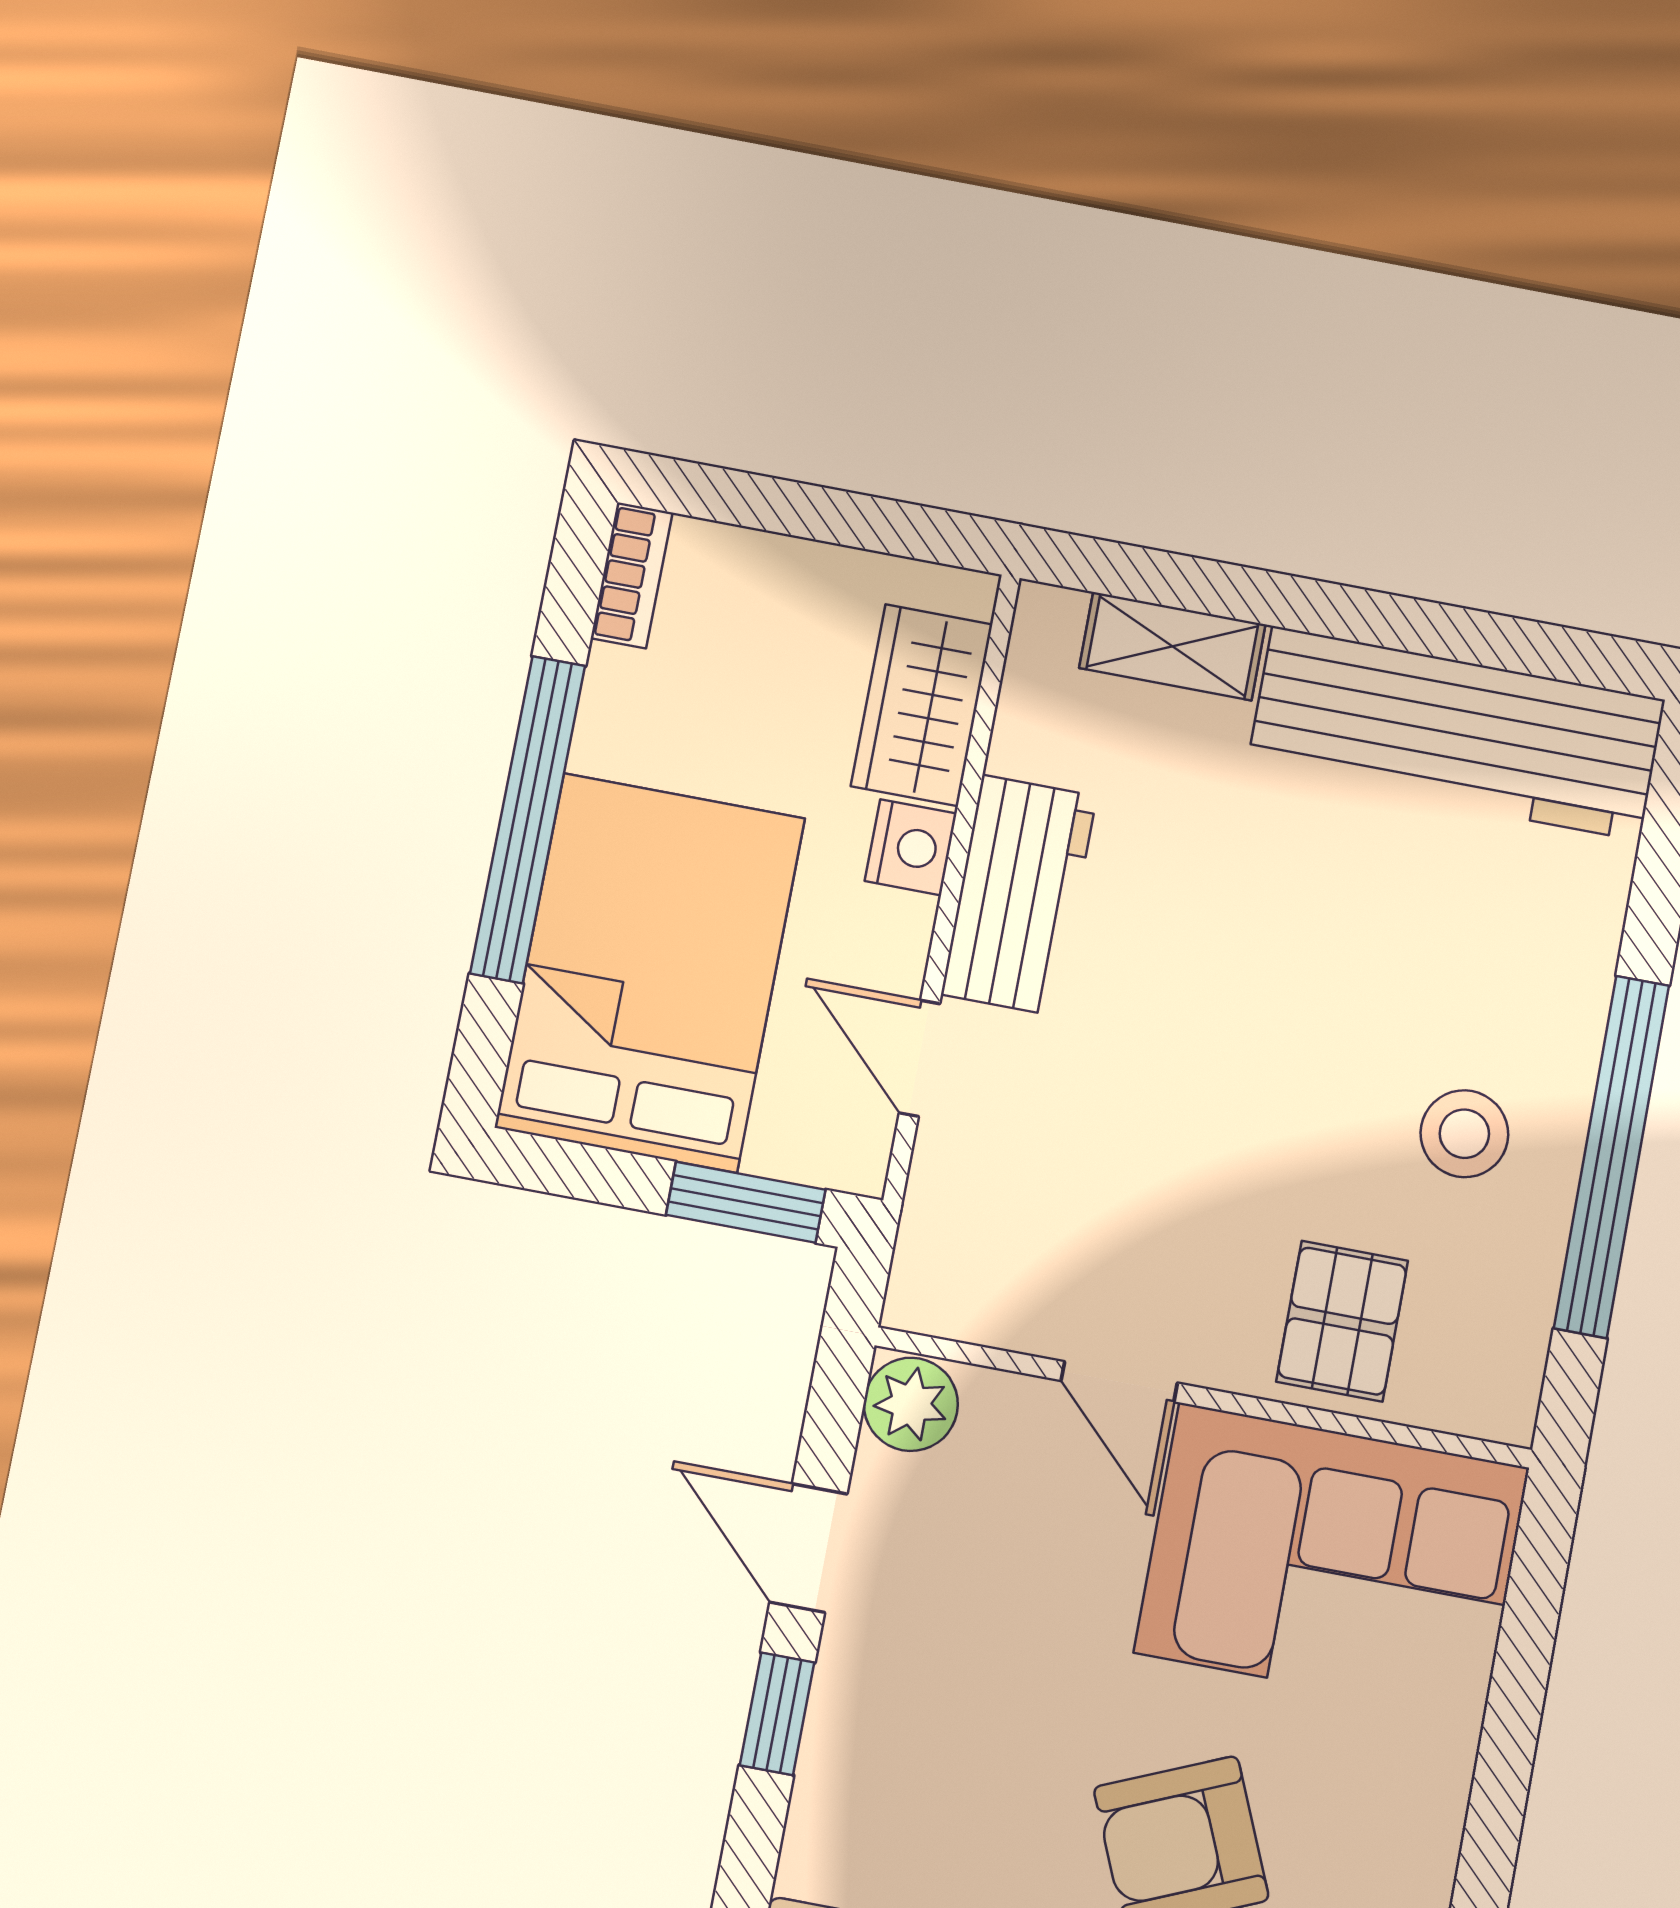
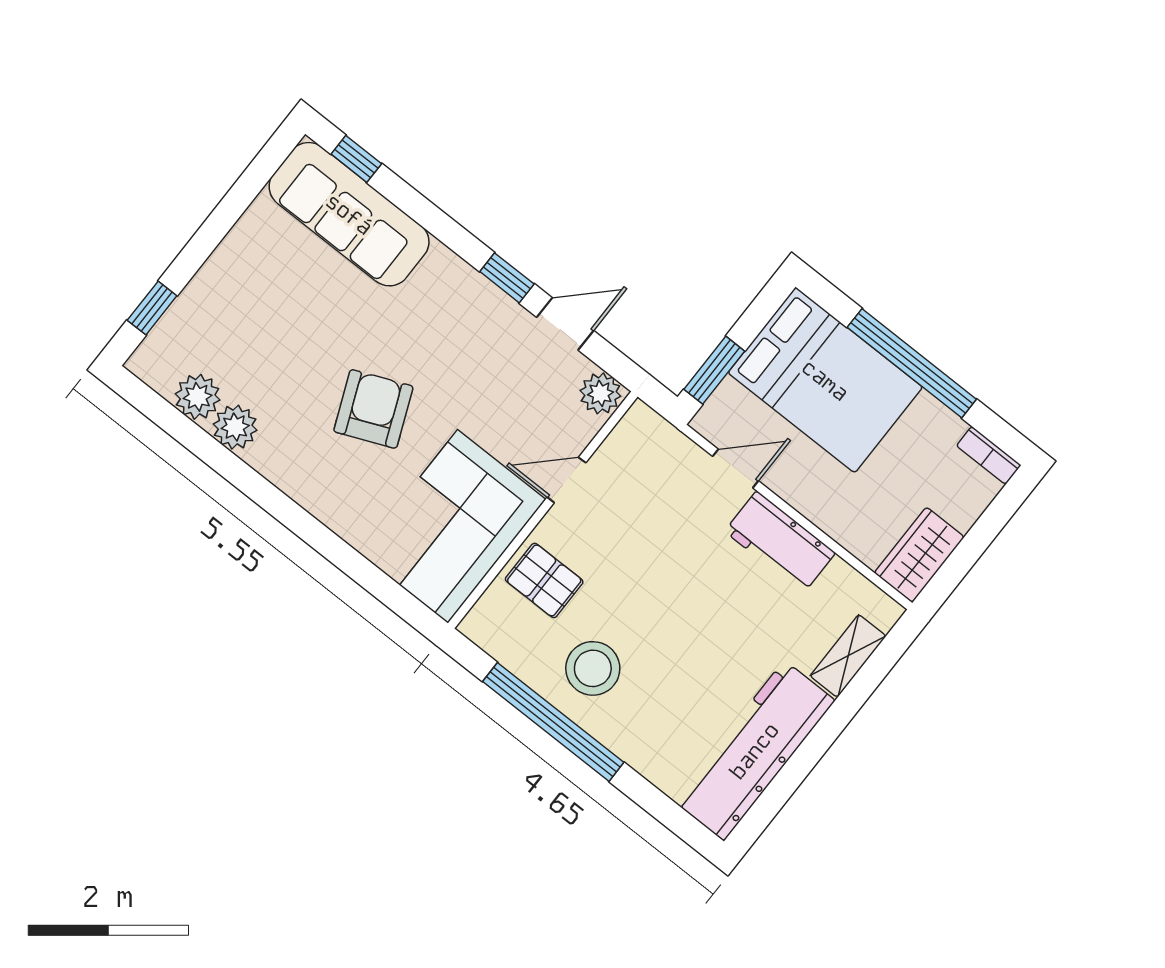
wardrobe: (922, 705) -> (919, 555), moved, turned -90
nightstand: (911, 847) -> (822, 509), removed
stool: (1464, 1134) -> (593, 668), width x1.38, depth x1.38

